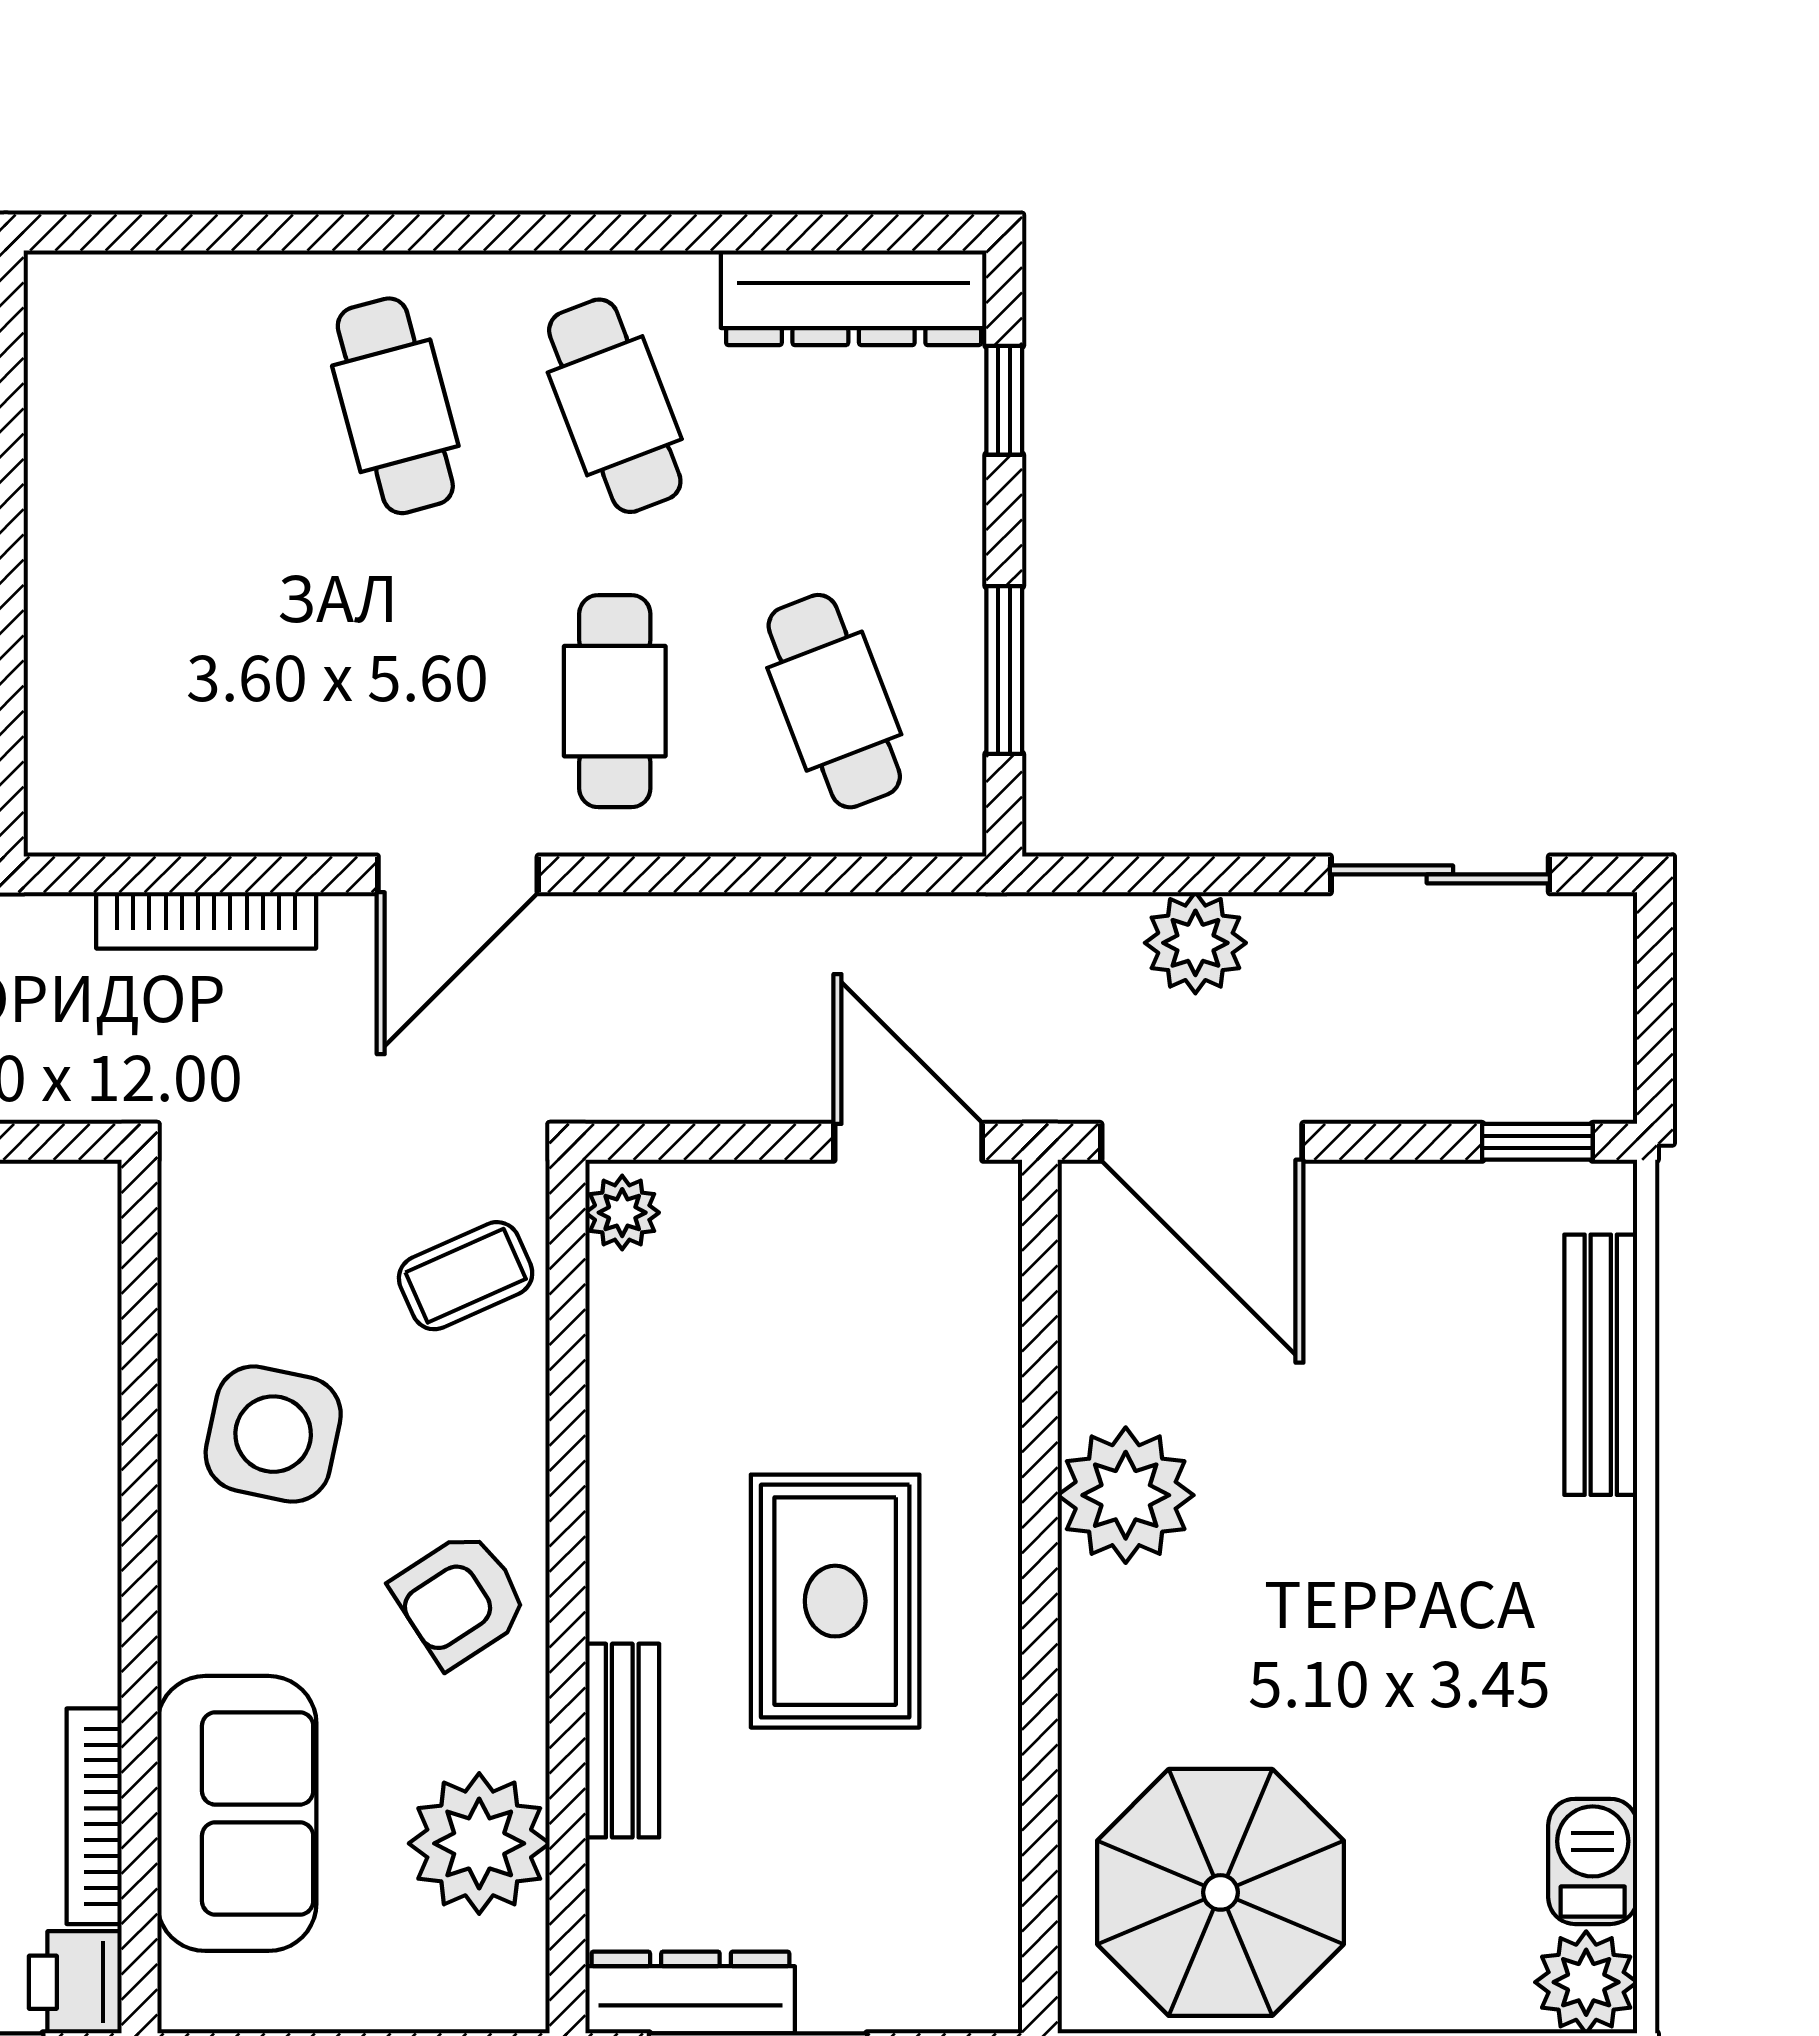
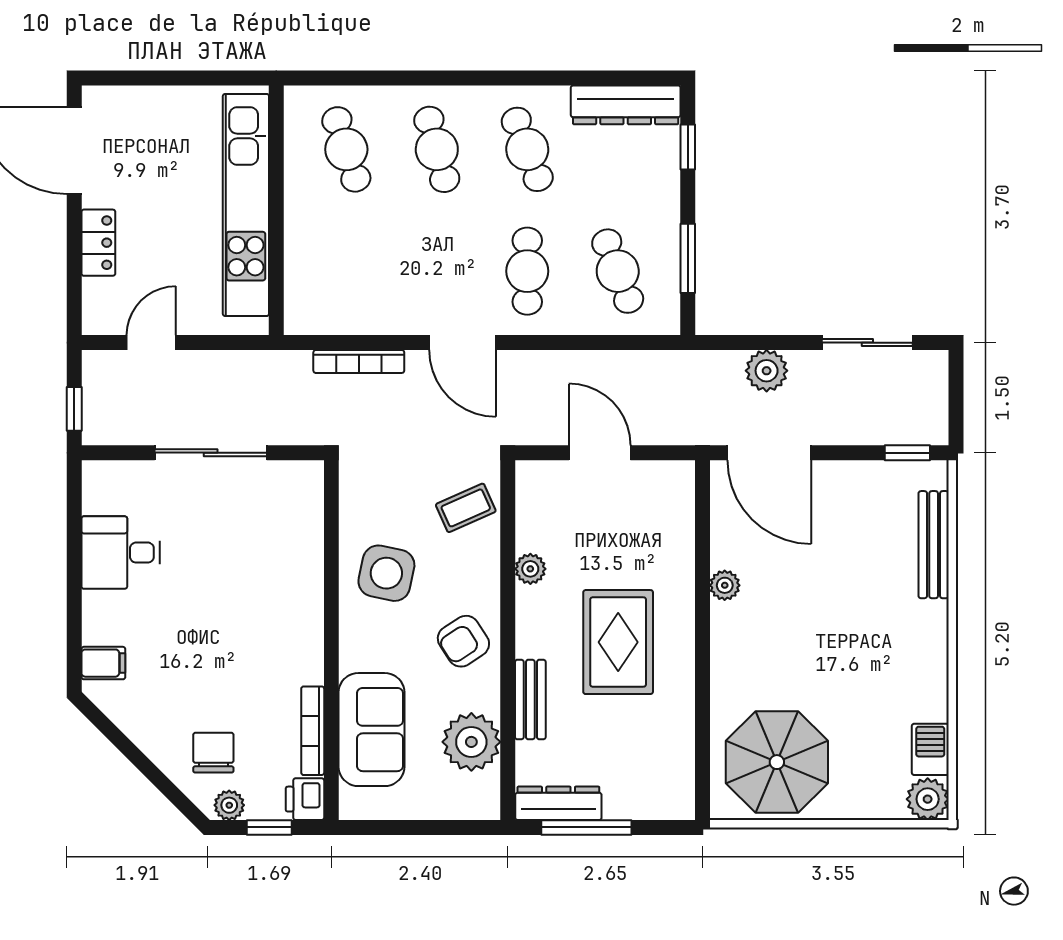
cafe table: (176, 406) -> (346, 149), added
door: (458, 874) -> (462, 343), hinge flipped
door: (908, 1142) -> (600, 453), moved
plant: (622, 1213) -> (530, 569), moved
plant: (1126, 1495) -> (725, 585), width x0.53, depth x0.53

